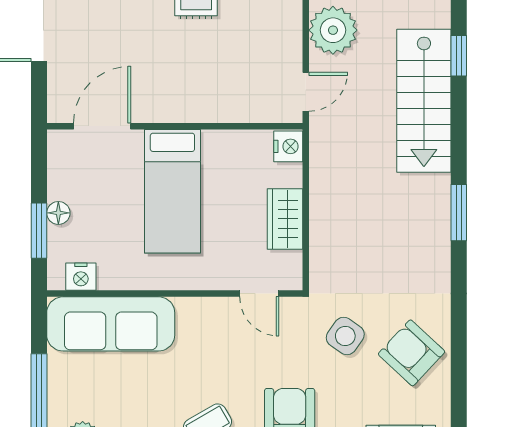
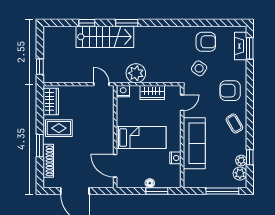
plant: (333, 30) -> (136, 73), moved
window: (459, 213) -> (127, 23), moved
nightstand: (81, 277) -> (175, 158), moved
sofa: (111, 324) -> (194, 143), moved
armchair: (412, 353) -> (206, 42), turned -133

